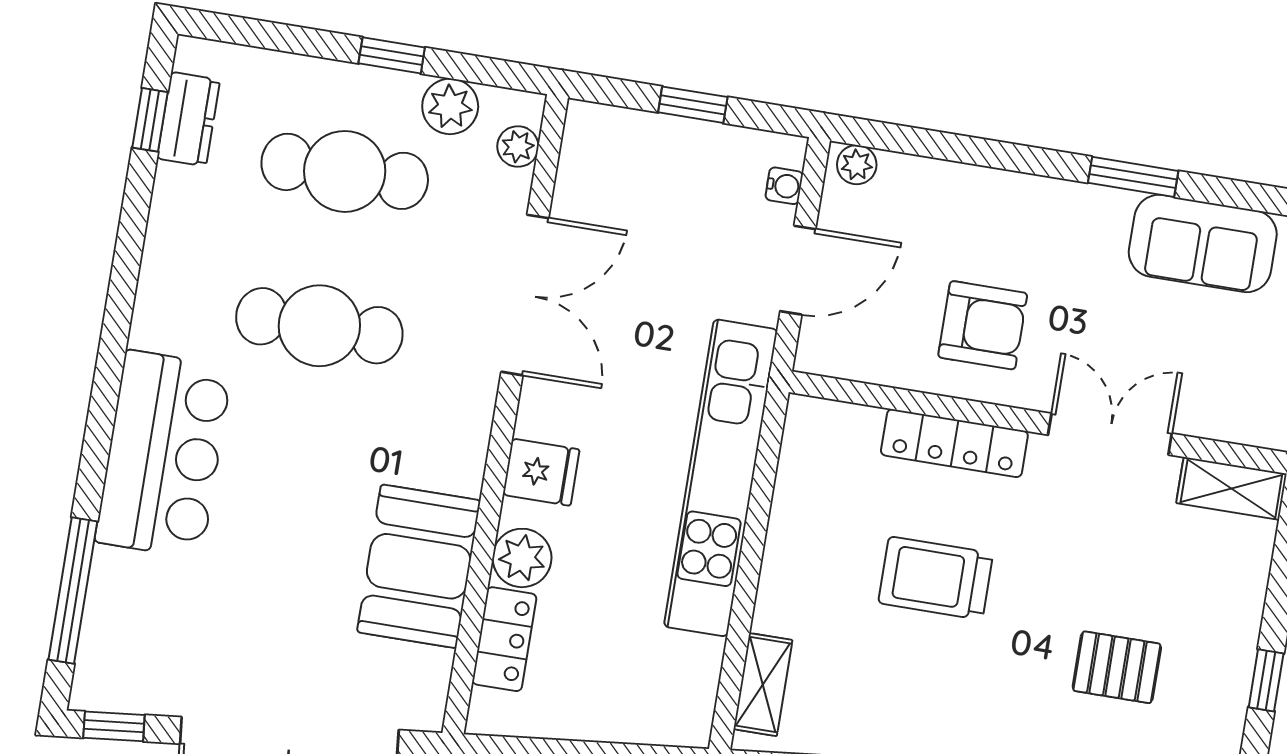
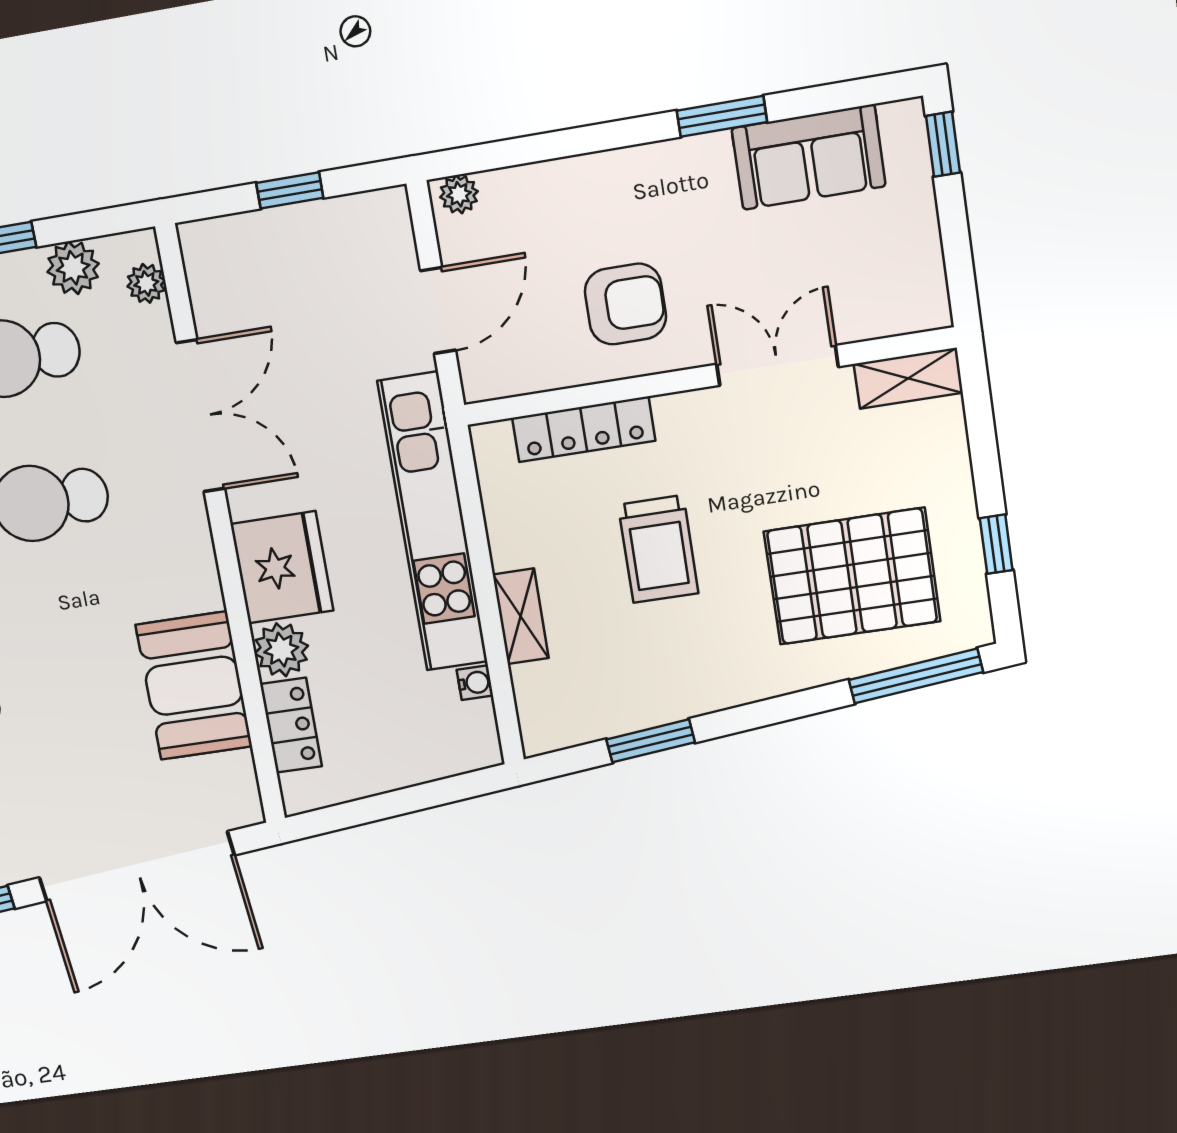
water cooler: (784, 186) -> (475, 683), moved
locker: (954, 443) -> (584, 429), moved
fridge: (541, 472) -> (282, 567), width x1.88, depth x1.34
trolley: (936, 578) -> (658, 549), turned -90
pallet: (1117, 667) -> (852, 576), width x2.05, depth x2.00
shelving: (763, 685) -> (521, 616), moved

